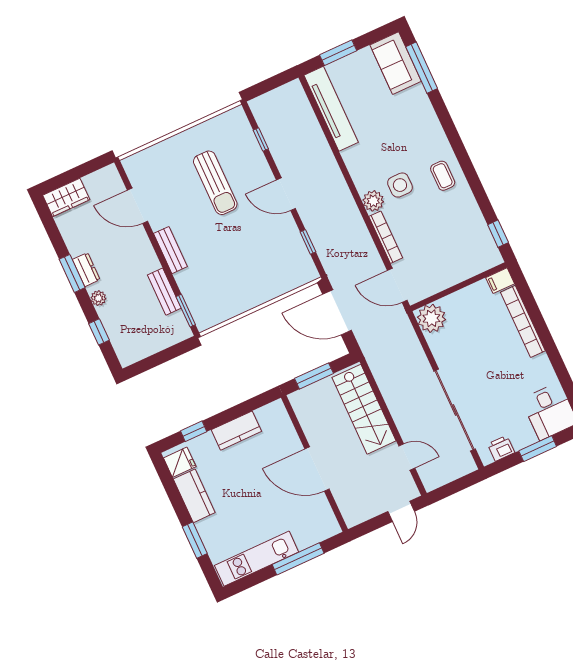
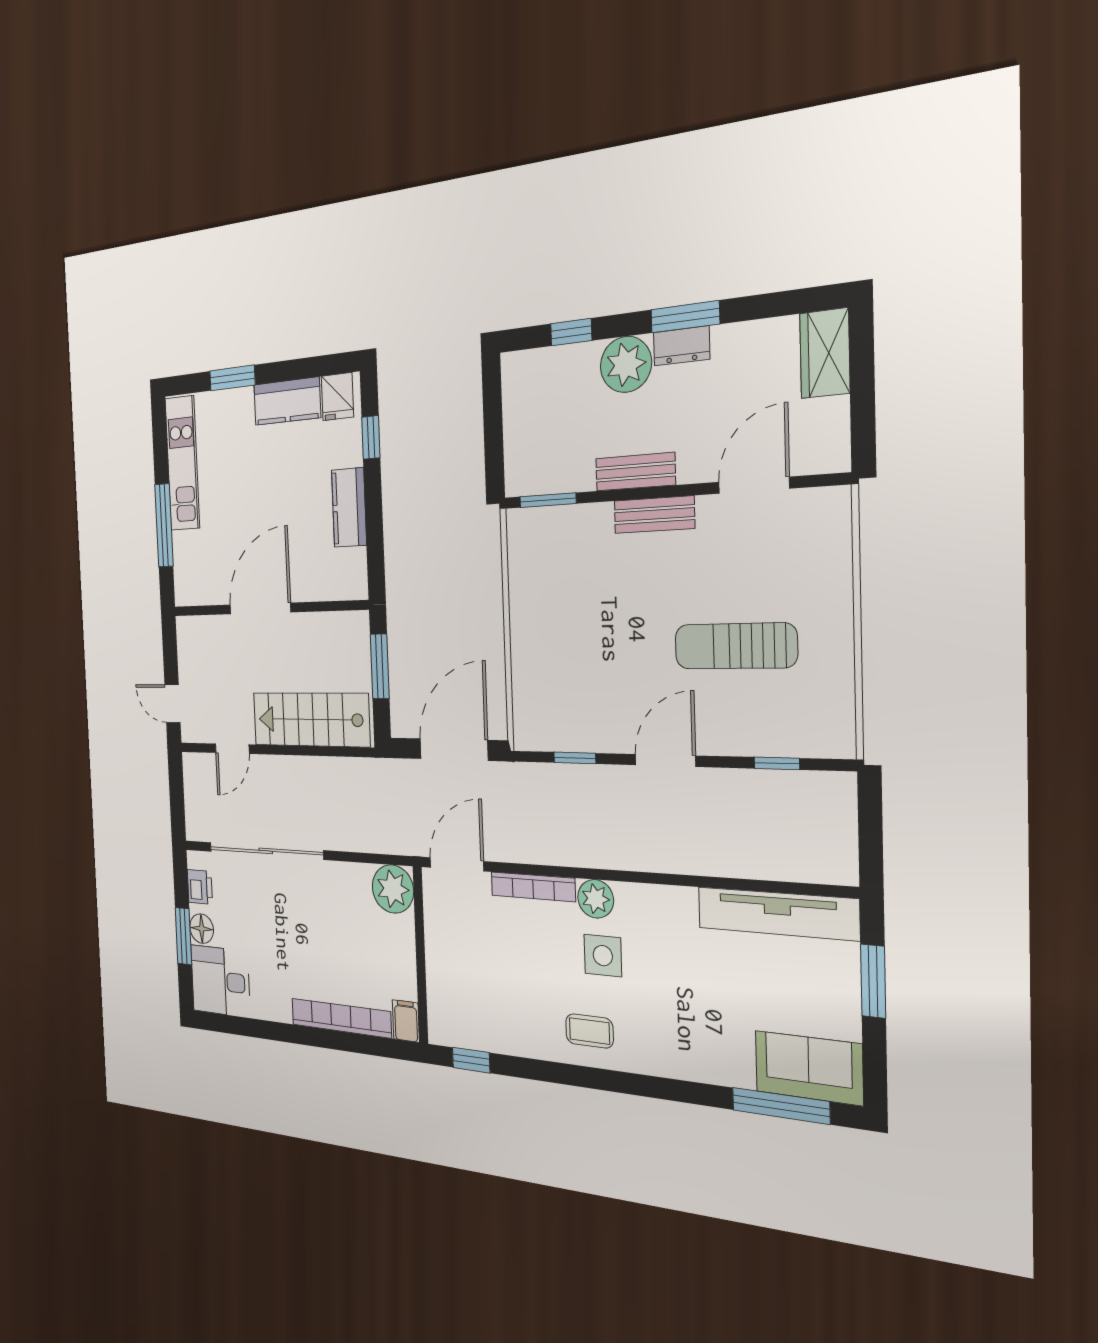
bench: (164, 292) -> (635, 472), moved
plant: (98, 298) -> (626, 364), width x1.87, depth x1.87
floor lamp: (526, 437) -> (202, 929), added

